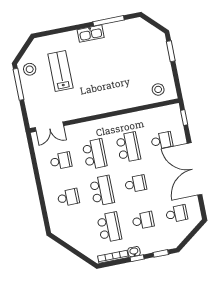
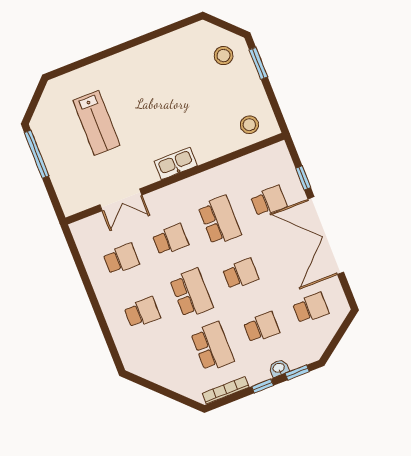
window: (109, 21) -> (156, 34), removed
kitchen sink: (91, 34) -> (176, 164), moved, turned 180
stool: (30, 69) -> (223, 56), moved
lab bench: (60, 71) -> (96, 123), turned 180
window: (184, 118) -> (303, 178), moved
double door: (49, 127) -> (121, 200), moved
school desk: (95, 154) -> (170, 240), width x0.54
washbasin: (134, 252) -> (279, 368), moved

